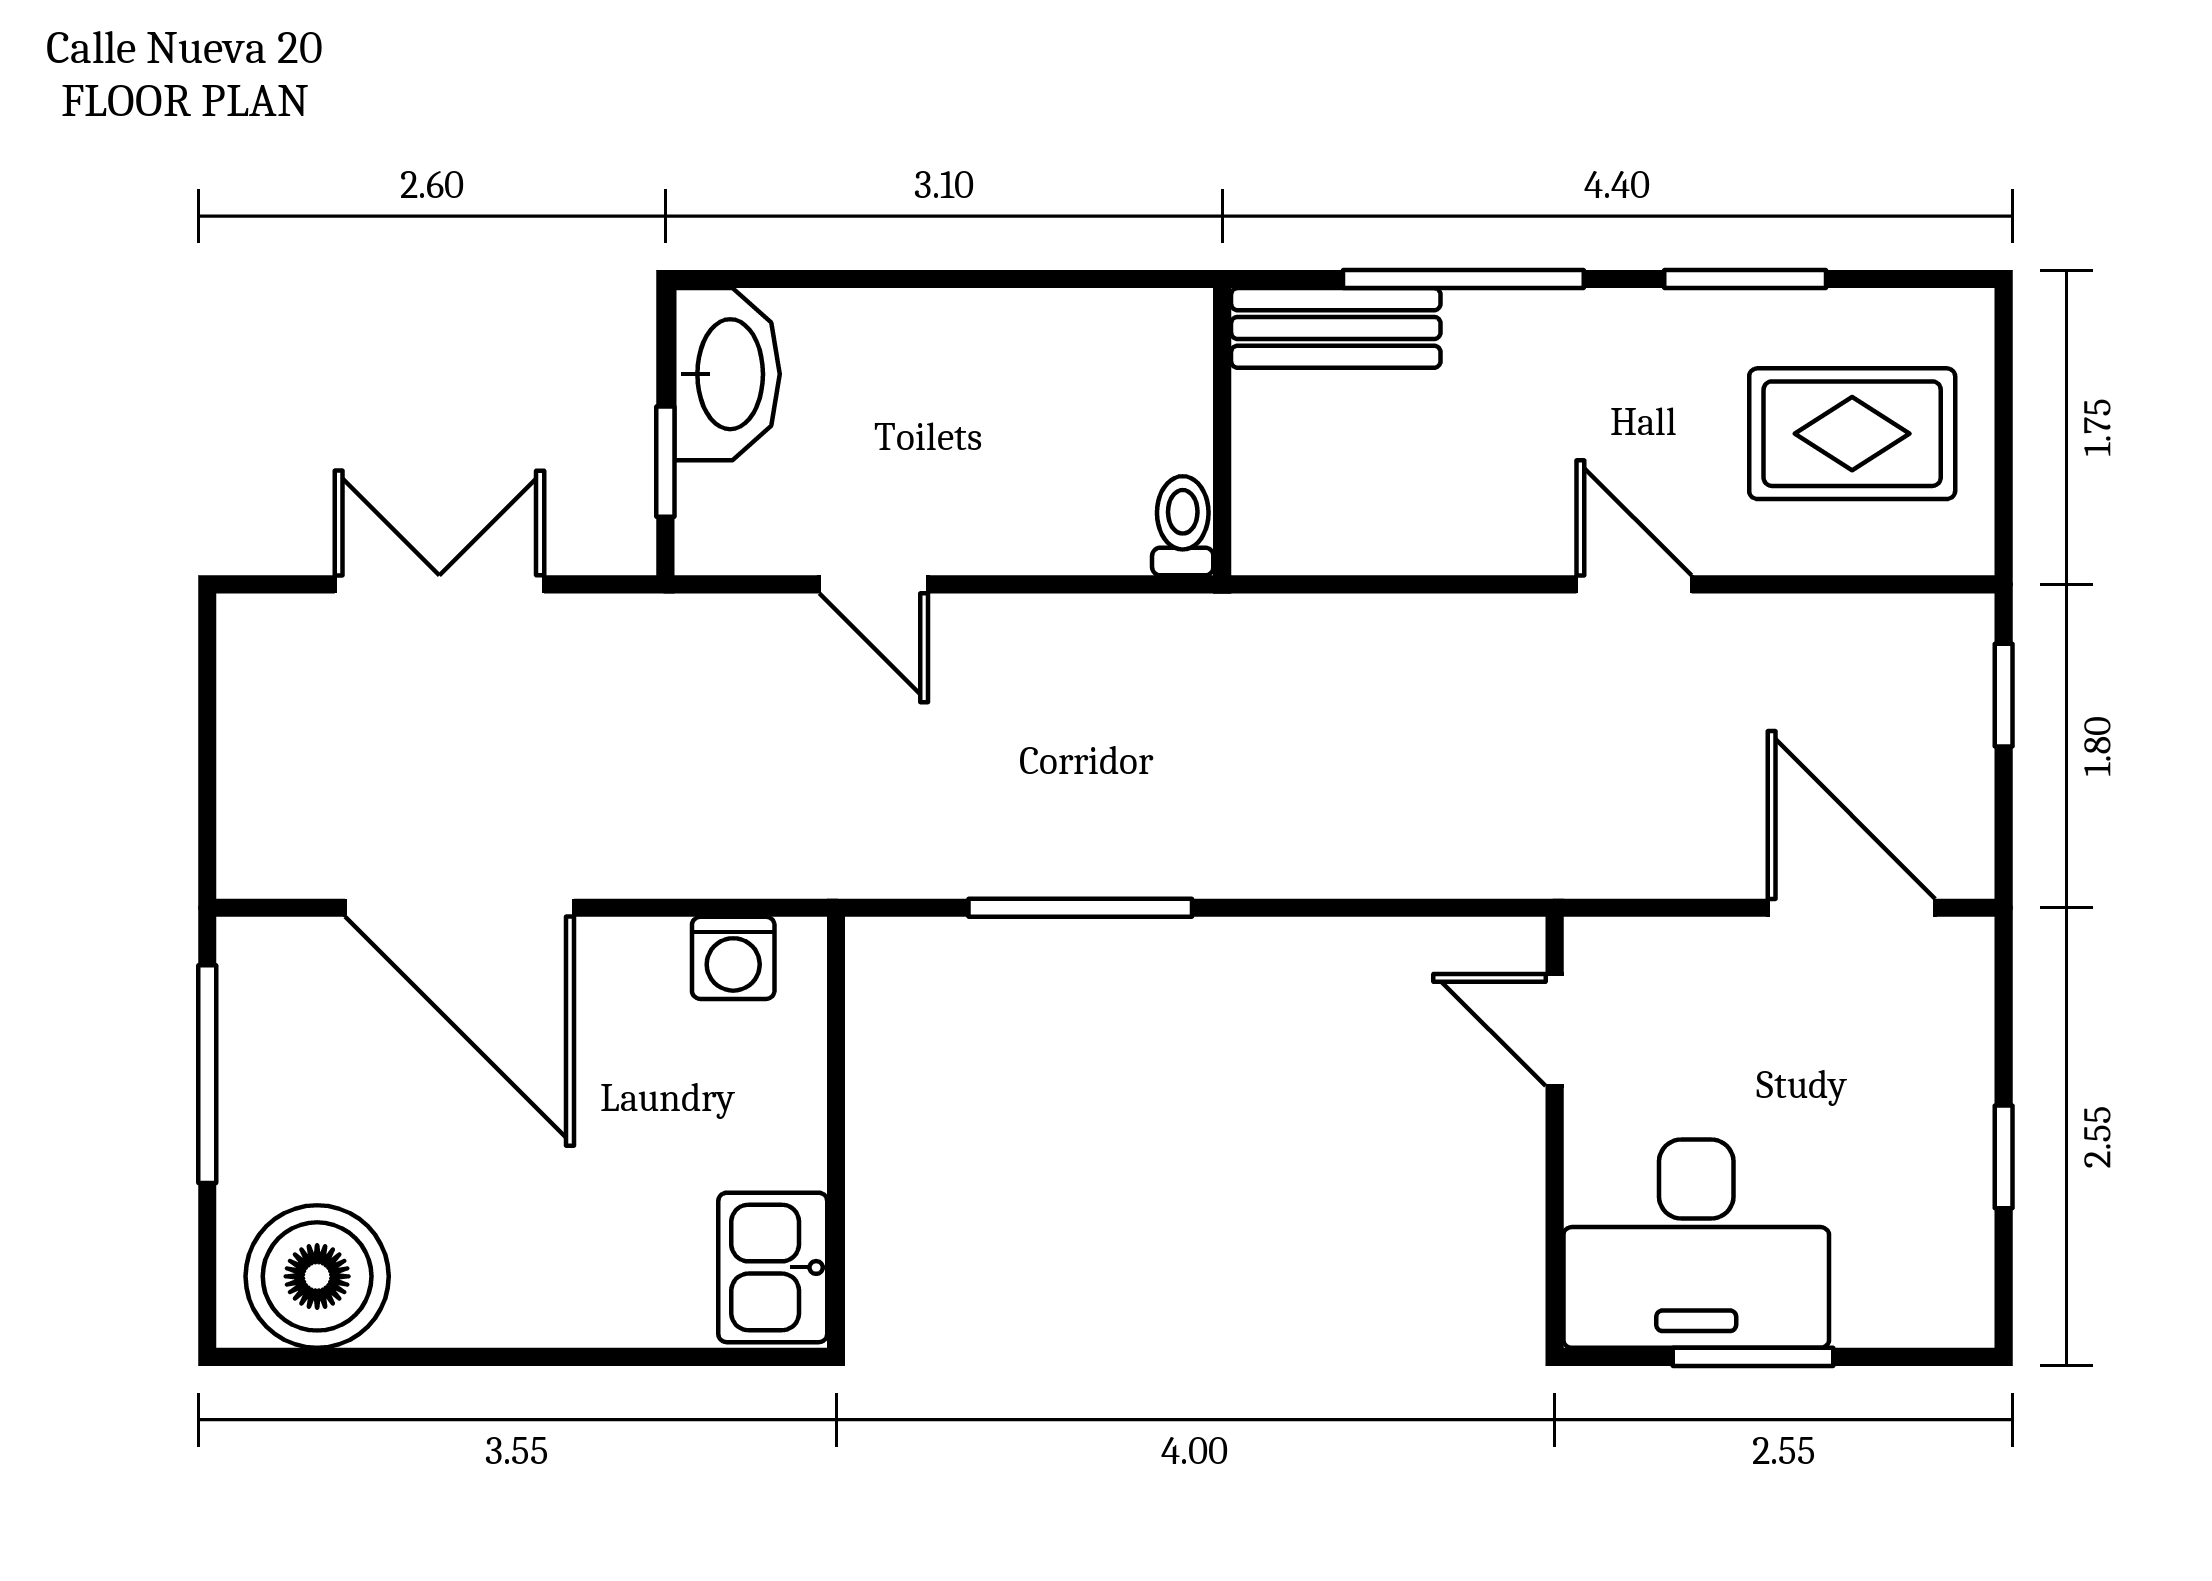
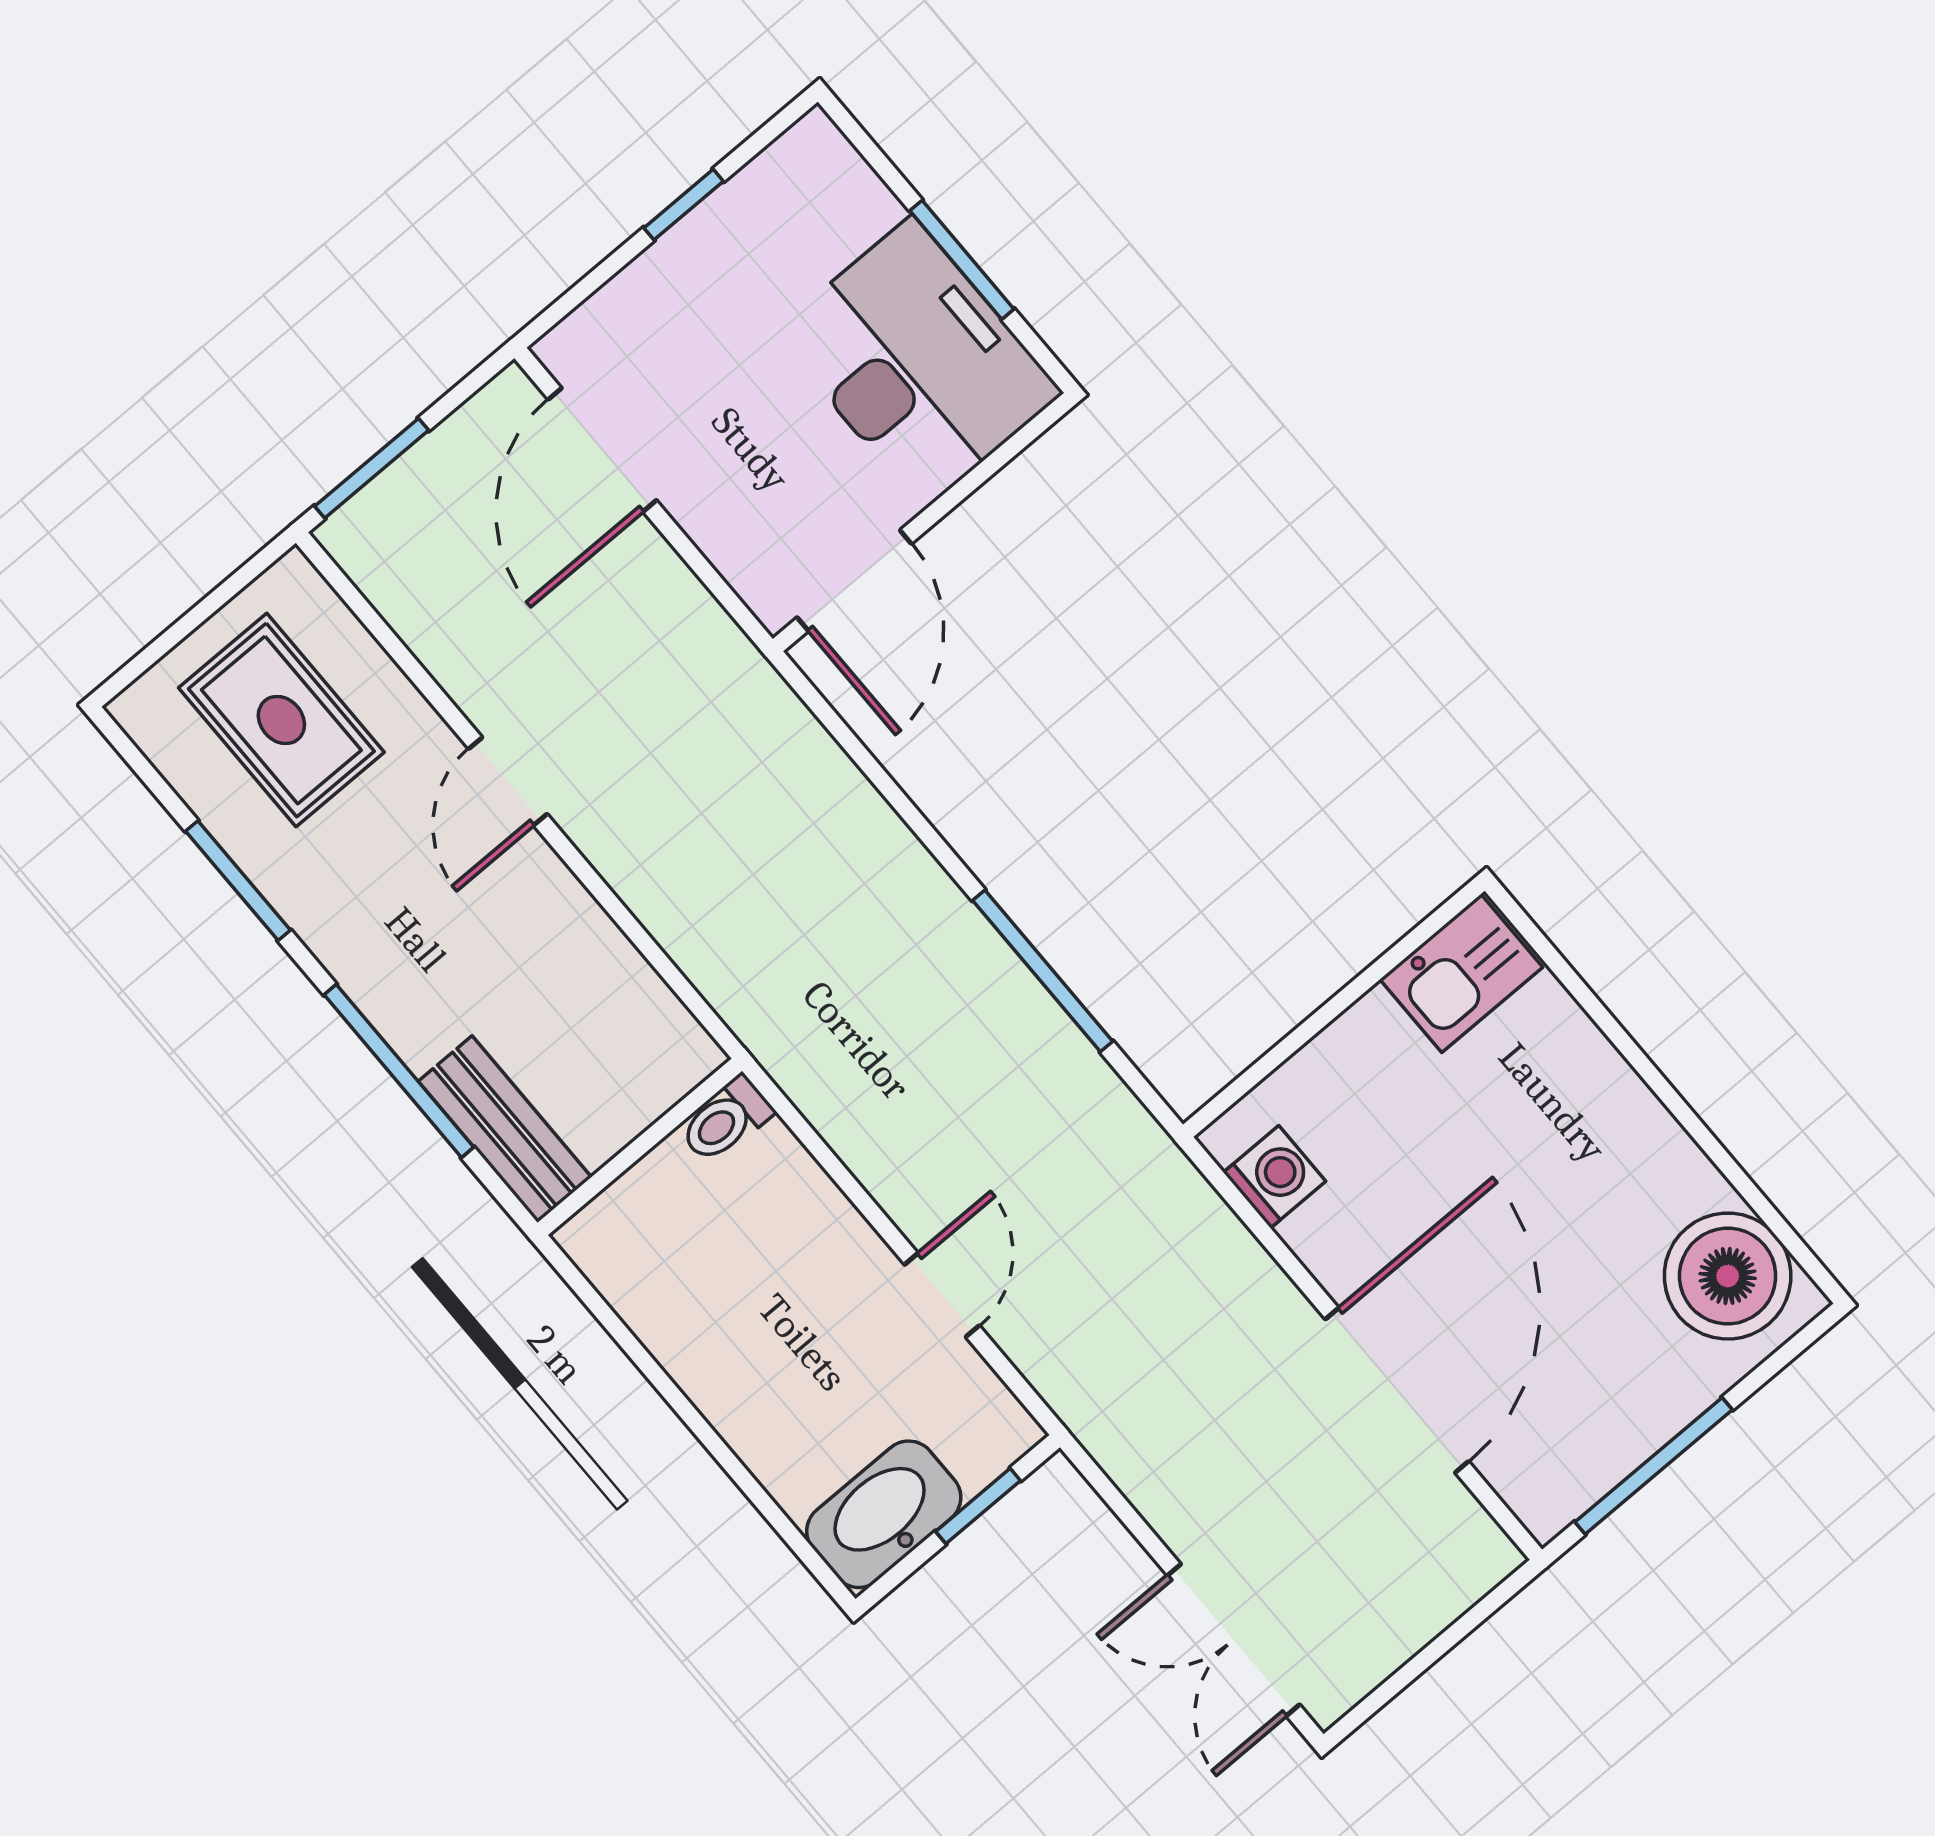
double door: (439, 584) -> (1234, 1640), moved
window: (2004, 695) -> (372, 468), width x1.50
door: (1555, 1030) -> (854, 581), width x1.38

